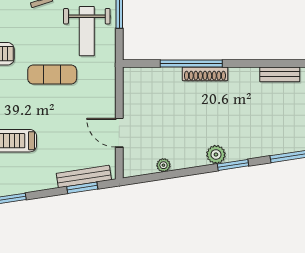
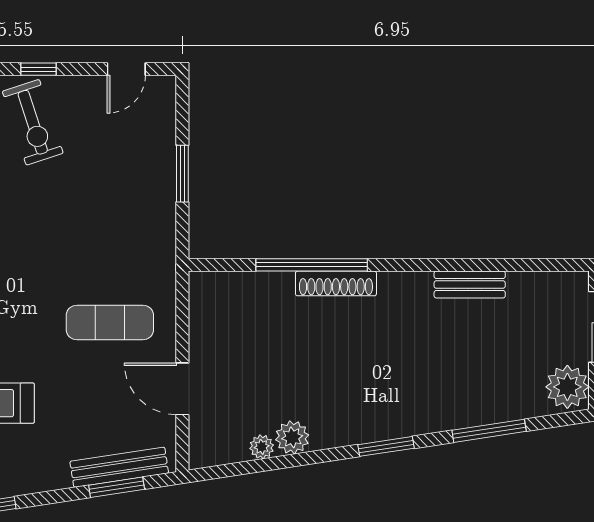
weight bench: (87, 31) -> (124, 207), removed
exercise mat: (52, 74) -> (110, 322), moved
plant: (216, 155) -> (292, 437), moved

